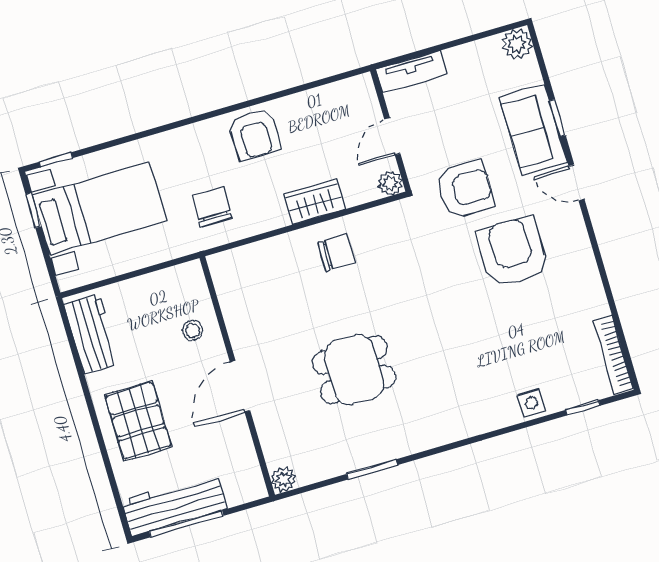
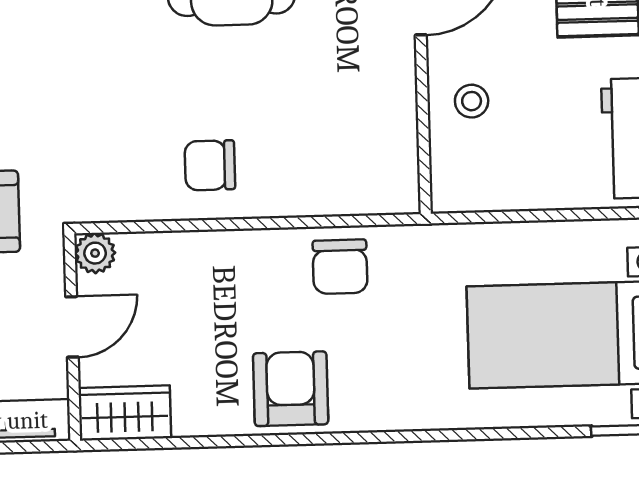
wardrobe: (314, 202) -> (125, 413), moved, turned 180
chair: (212, 207) -> (340, 267), moved

